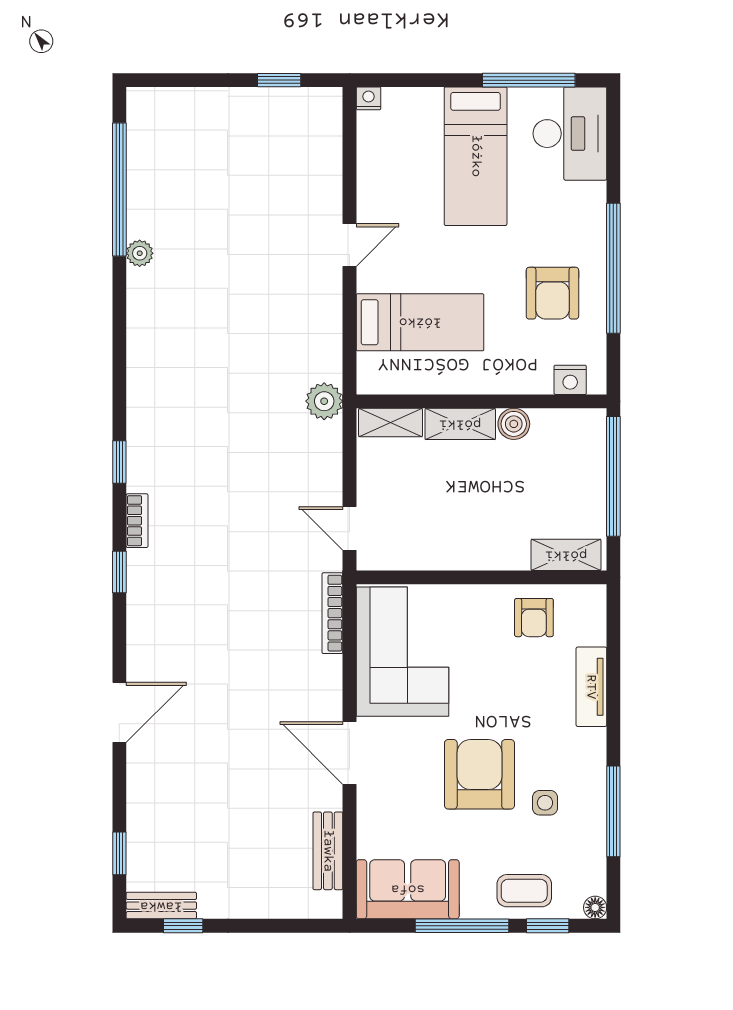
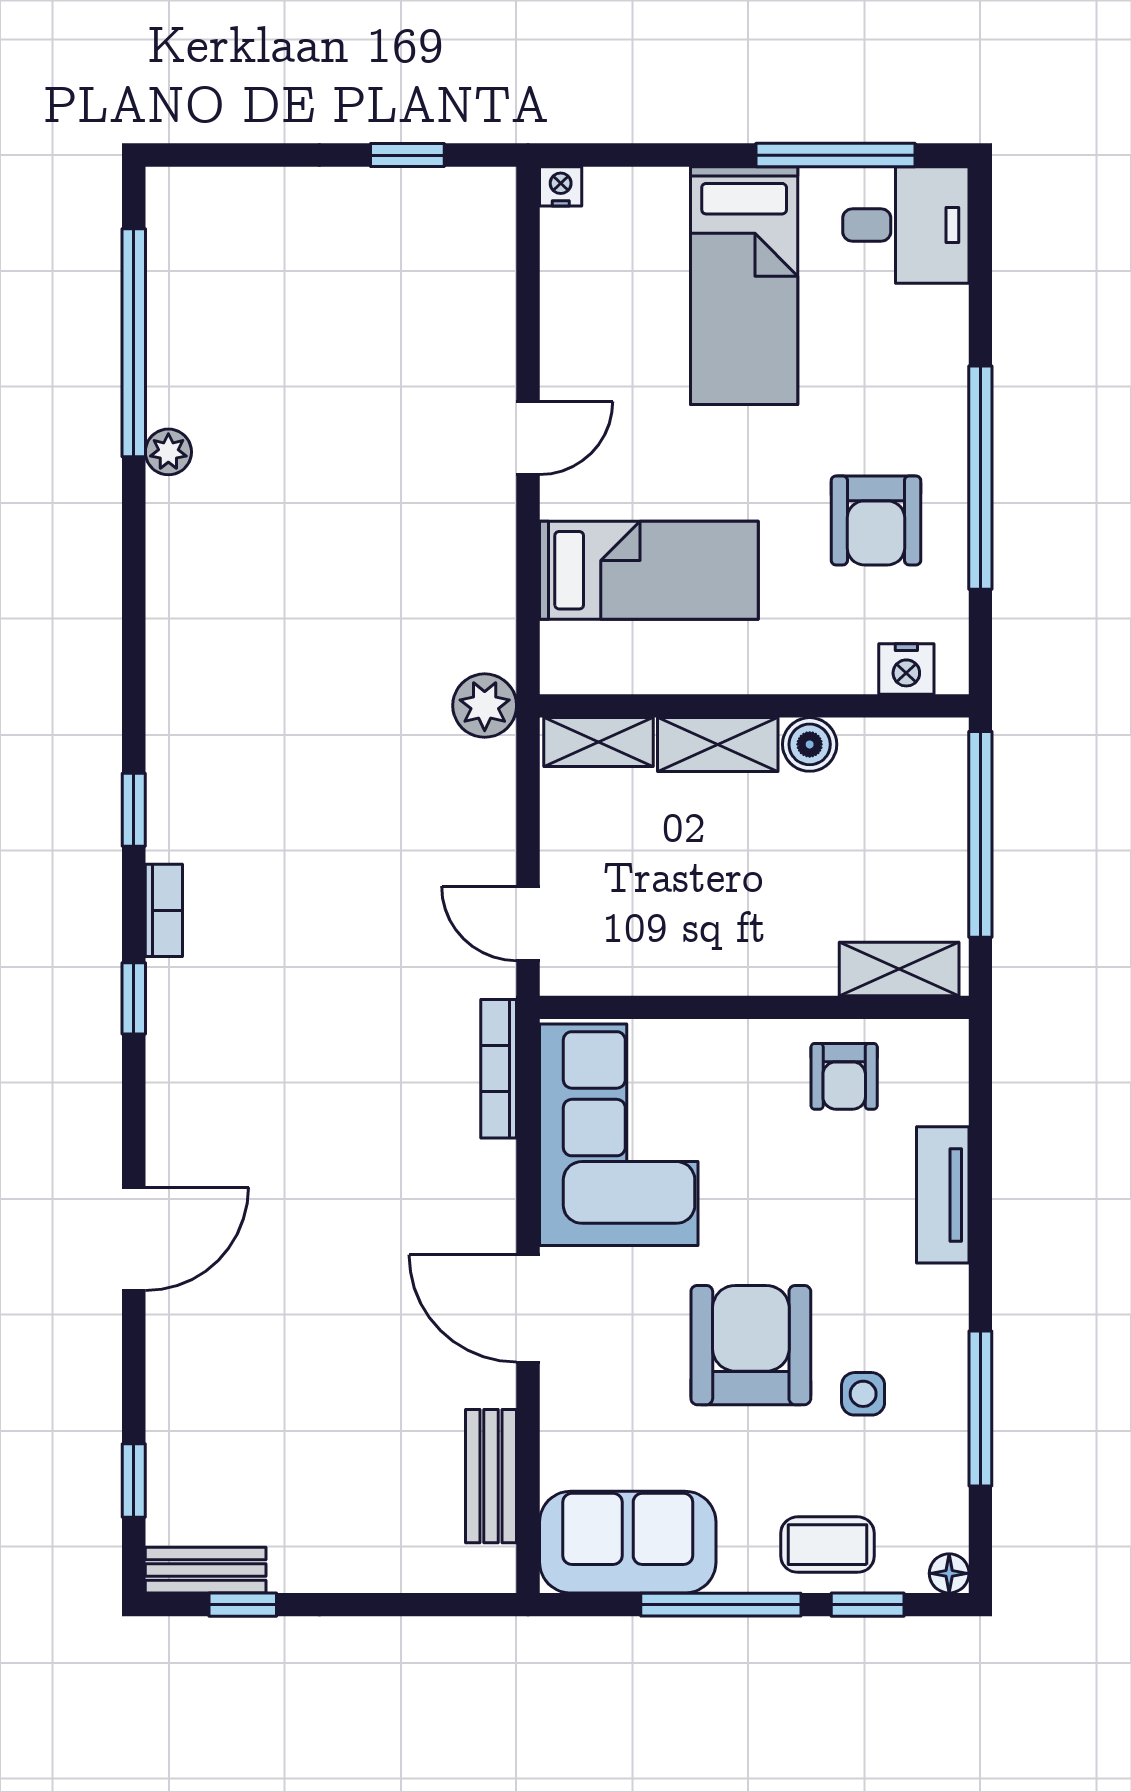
desk: (570, 134) -> (906, 225), width x0.73

